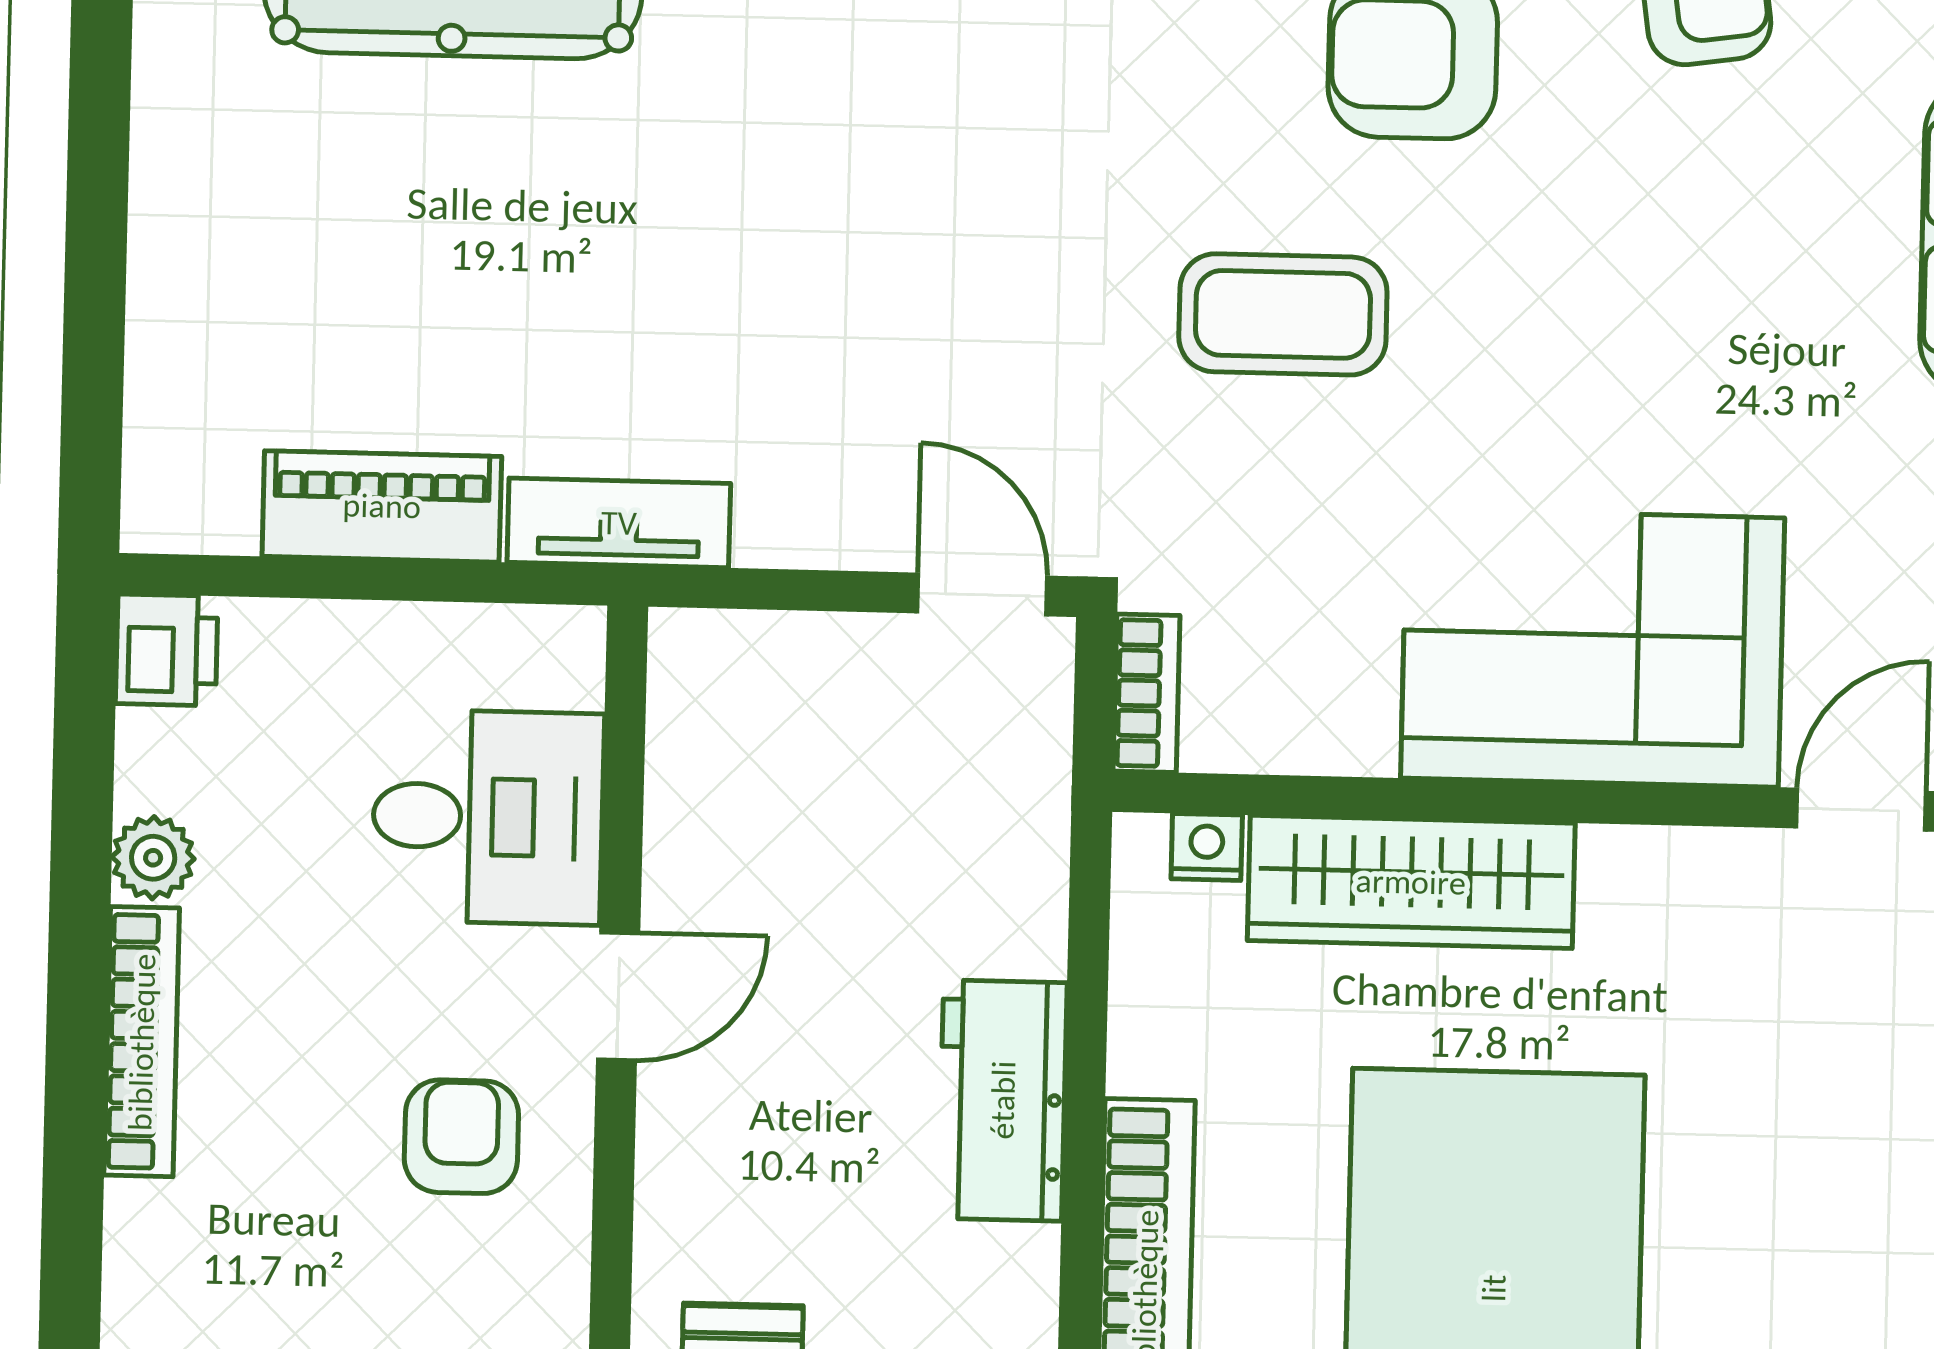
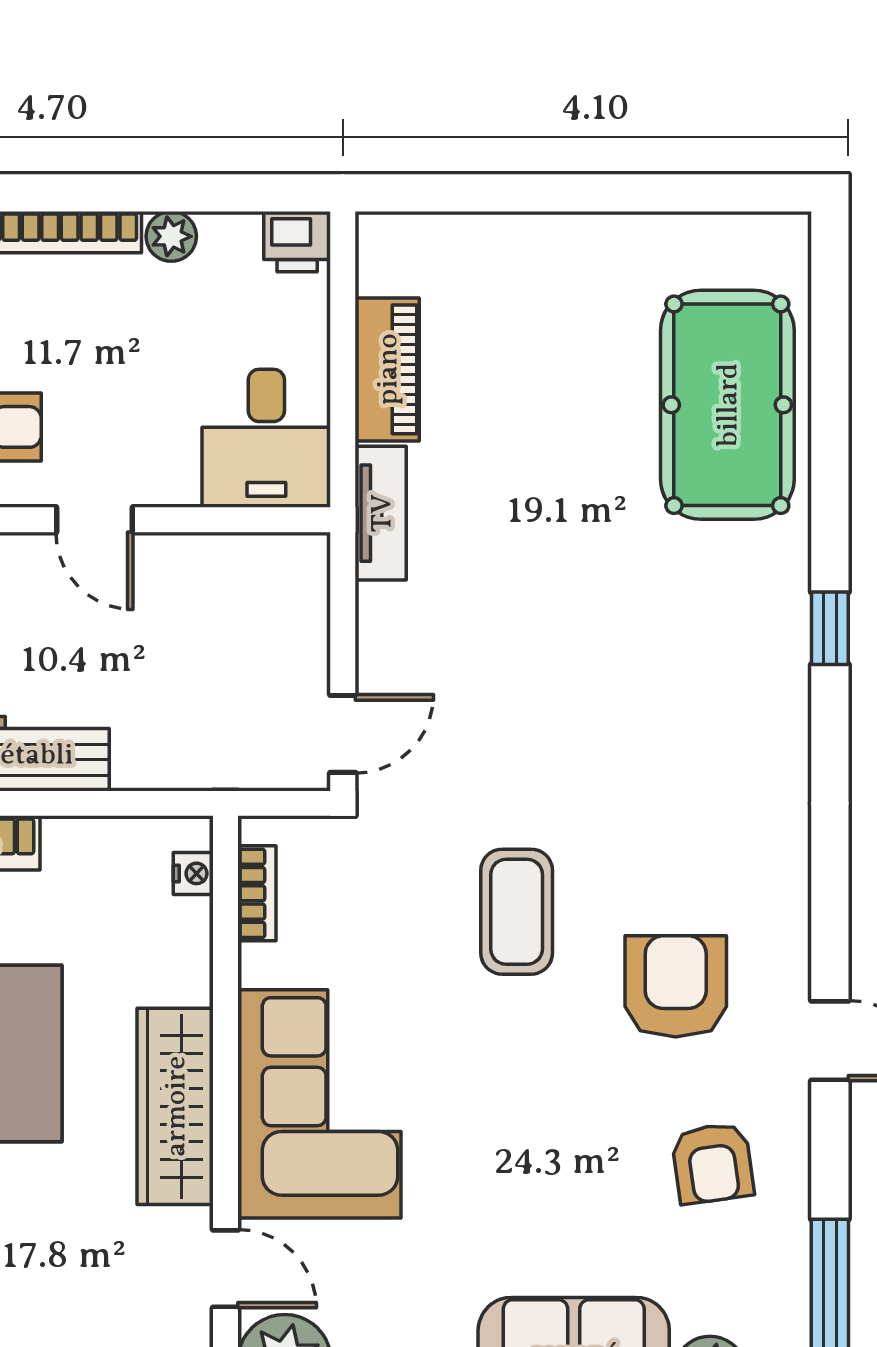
bookcase: (1146, 693) -> (257, 893), moved, turned -90
desk: (488, 817) -> (266, 438), moved
wardrobe: (1411, 882) -> (175, 1106), moved

